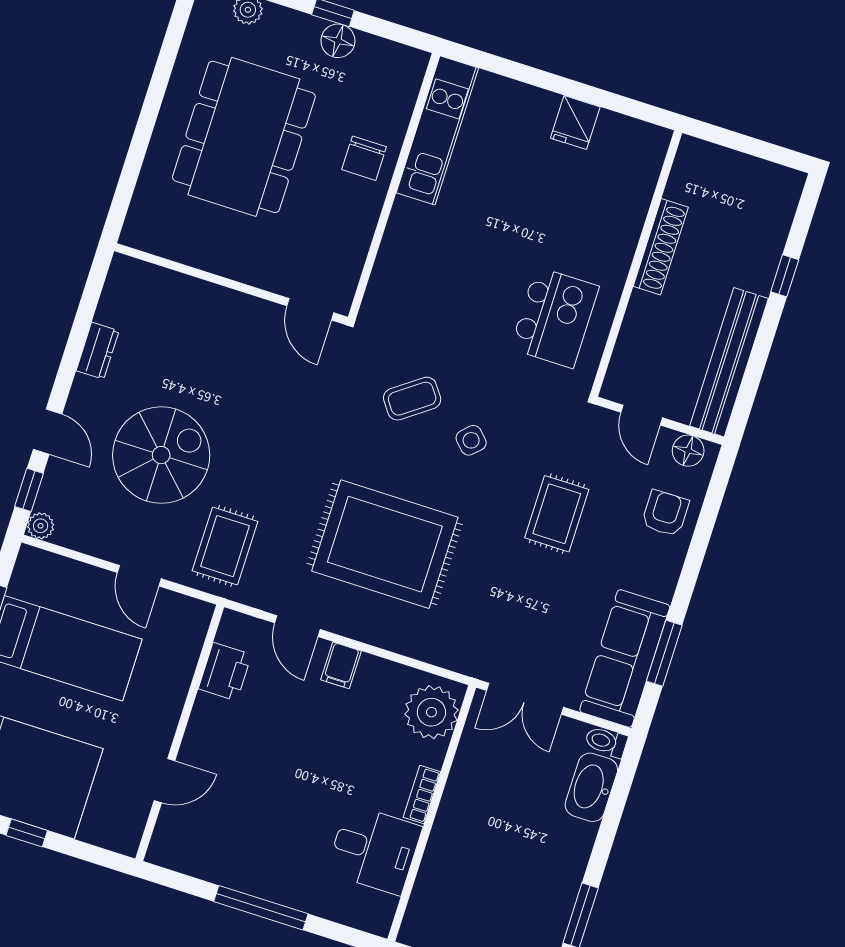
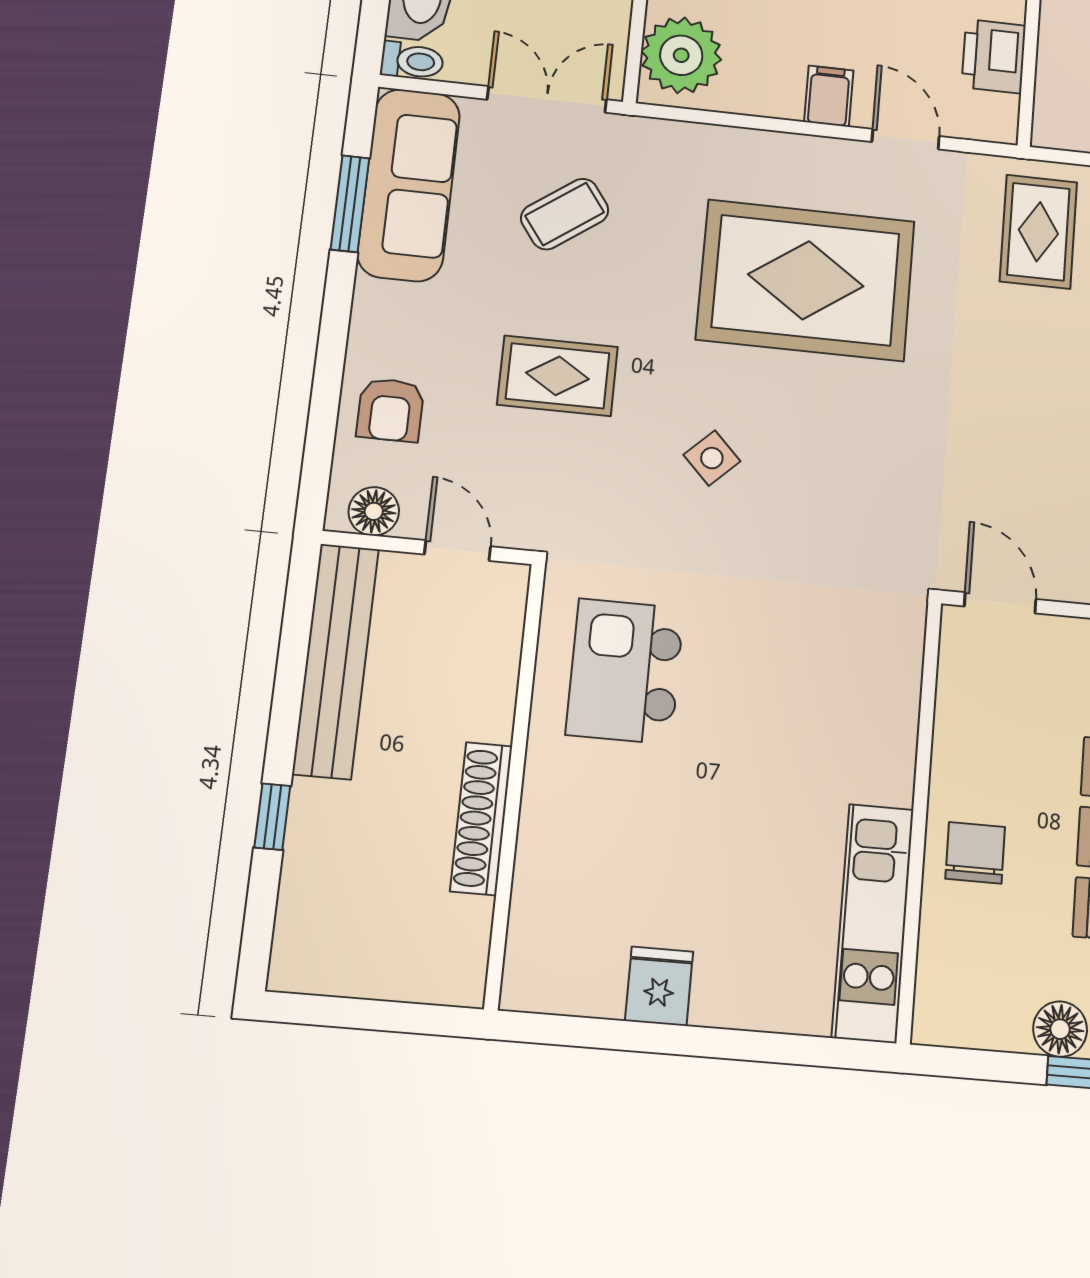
coffee table: (412, 399) -> (565, 214), moved
rug: (557, 514) -> (558, 376), turned 90

